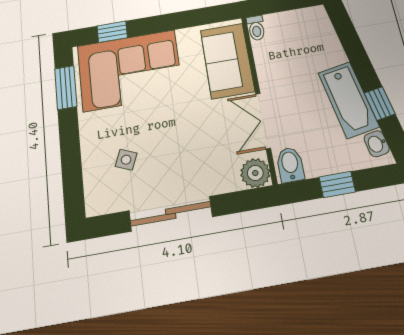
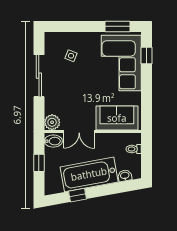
toilet: (256, 28) -> (134, 149), moved
bathtub: (348, 100) -> (89, 174), width x1.36, depth x1.36
double door: (263, 121) -> (79, 131), swing flipped
washbasin: (377, 144) -> (125, 176), moved

